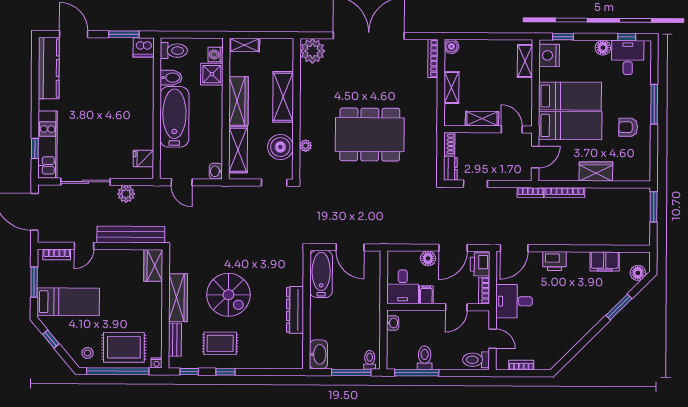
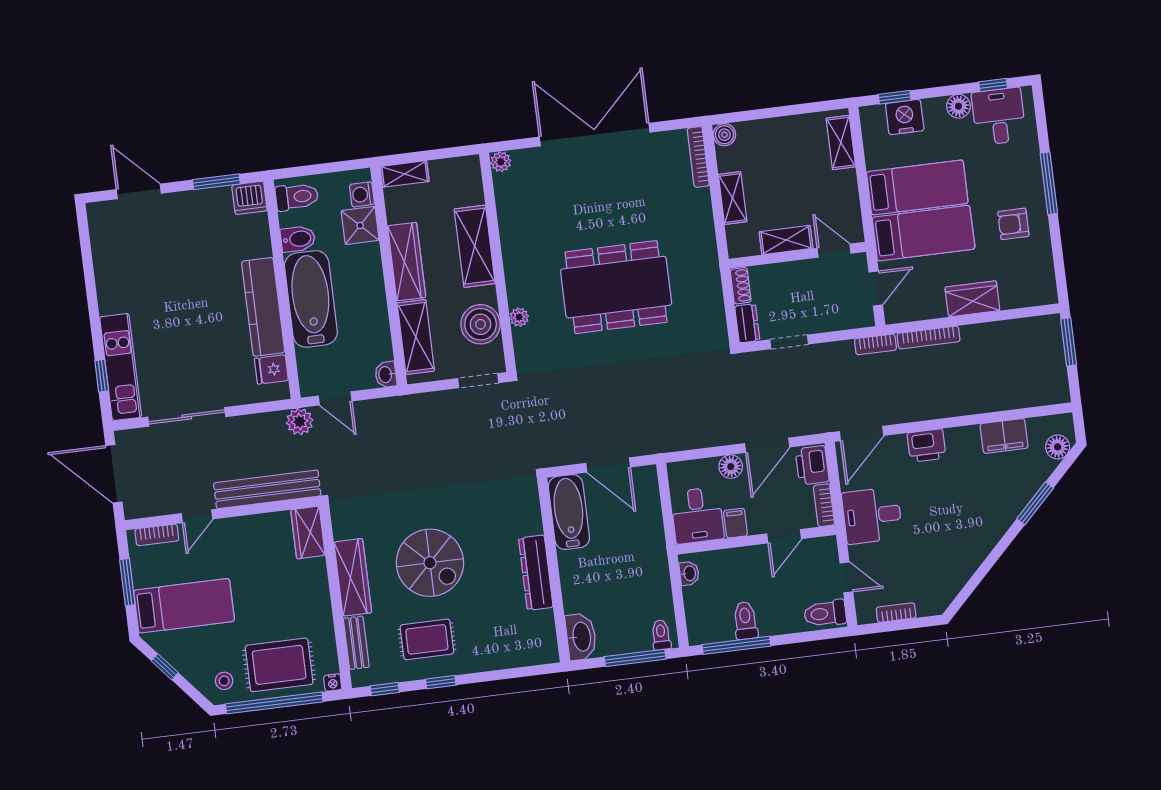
plant: (312, 51) -> (501, 162), width x0.53, depth x0.53
nightstand: (549, 55) -> (905, 117), moved, turned 90
kitchen counter: (49, 68) -> (263, 307), moved, turned 180
plant: (126, 194) -> (300, 422), moved

